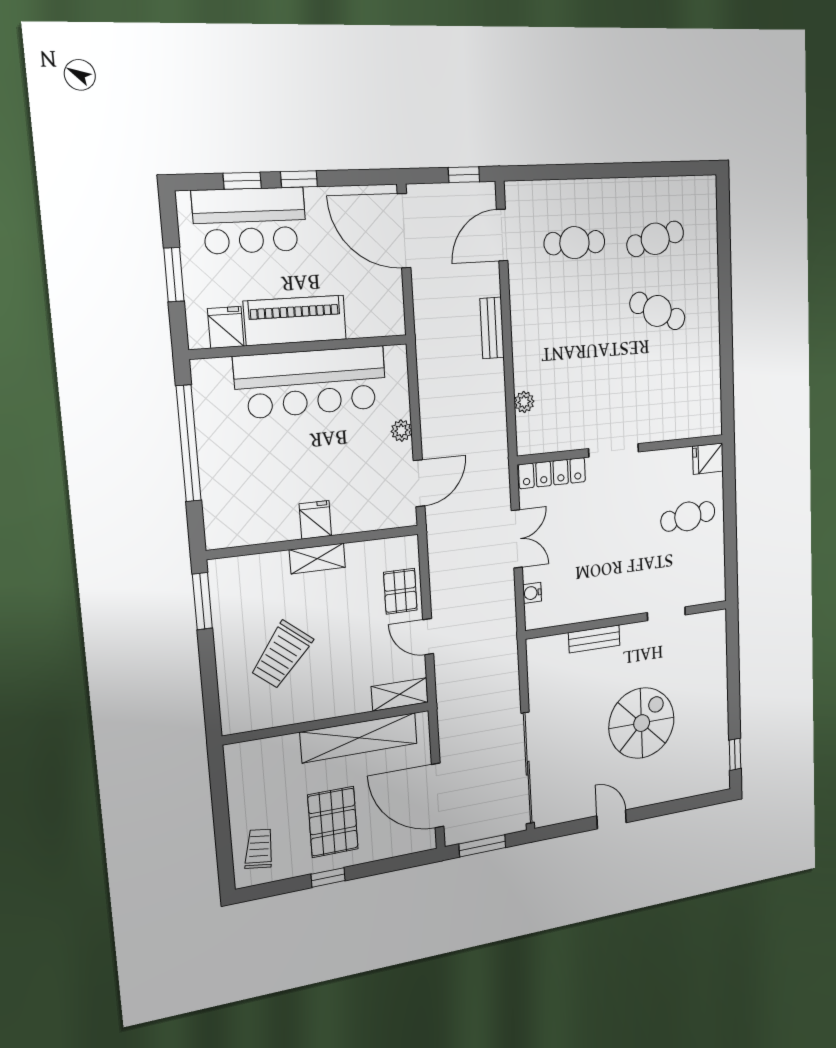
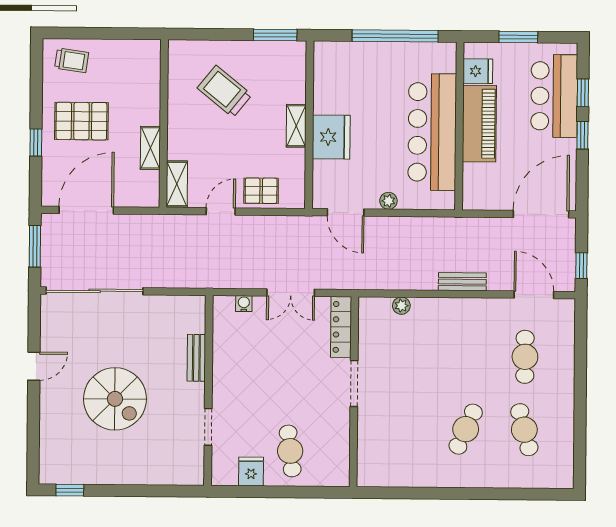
fridge: (708, 459) -> (251, 471), moved
fridge: (315, 520) -> (331, 137), width x1.88, depth x1.34
shelving: (359, 738) -> (150, 148), width x0.45, depth x0.75
window: (328, 877) -> (36, 143), moved

